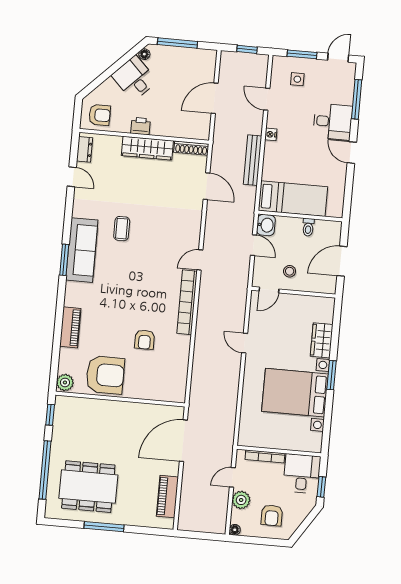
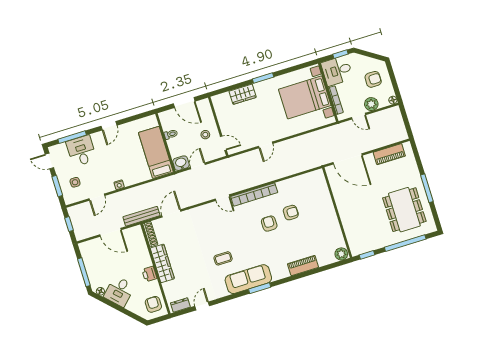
desk: (333, 122) -> (81, 151), moved
bench: (253, 160) -> (141, 216), moved
armchair: (105, 375) -> (269, 224), moved, width x0.53, depth x0.53
bed with nightstands: (295, 393) -> (305, 97), moved, turned 90

